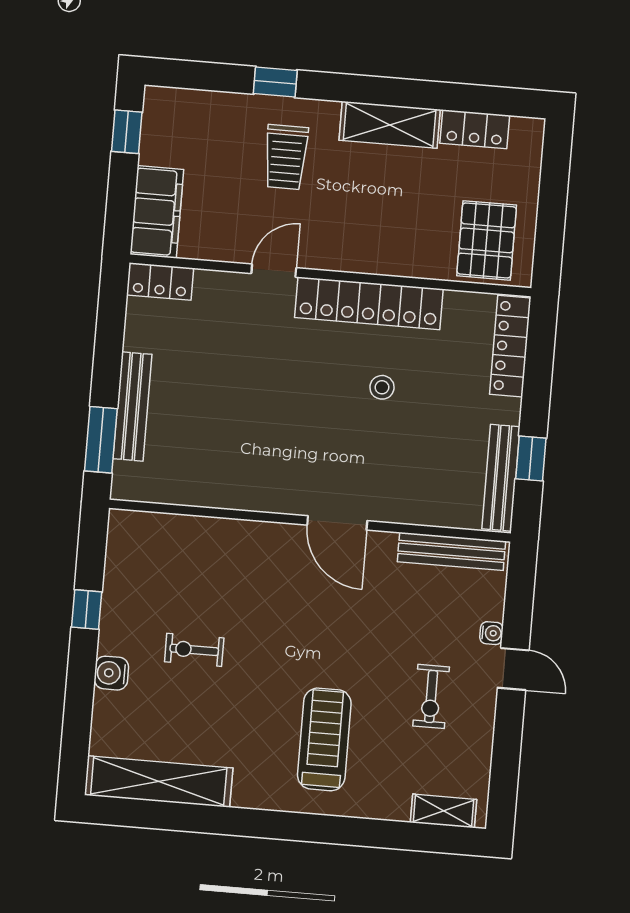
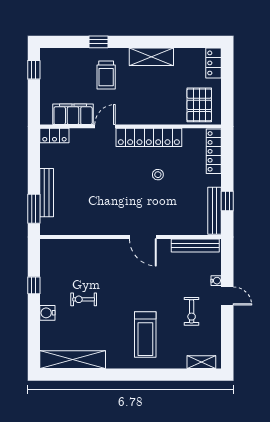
locker: (475, 129) -> (214, 63), moved, turned 90
filing cabinet: (157, 212) -> (73, 114), moved, turned -90
treadmill: (324, 739) -> (145, 335), turned 180

